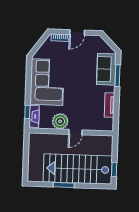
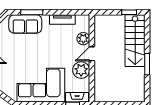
plant: (90, 124) -> (83, 39), added
door: (75, 132) -> (92, 54), swing flipped
stairs: (78, 169) -> (135, 41), width x0.73, depth x0.66

